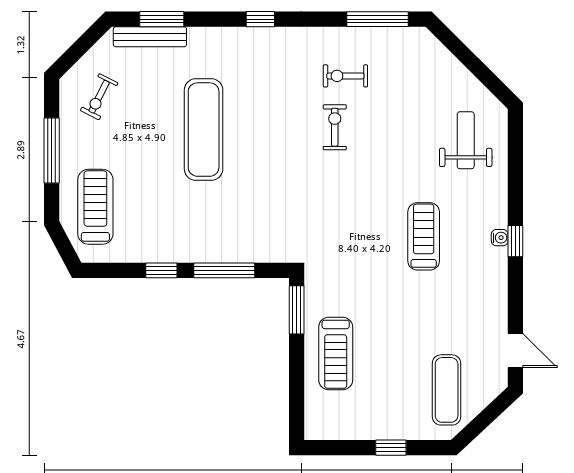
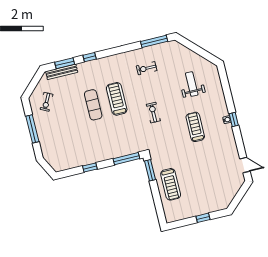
window: (260, 19) -> (90, 57), moved
exercise bike: (335, 127) -> (153, 113), moved
exercise mat: (204, 130) -> (93, 105), width x0.73, depth x0.69
weight bench: (466, 140) -> (192, 84), moved
treadmill: (95, 207) -> (117, 99), moved
window: (224, 270) -> (126, 159), moved
exercise mat: (447, 390) -> (220, 188), removed

